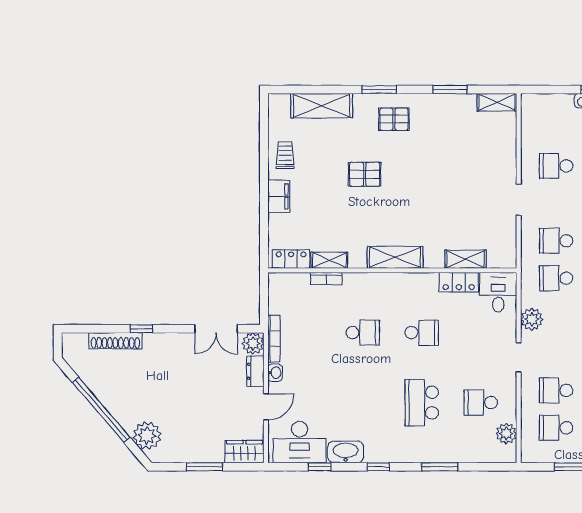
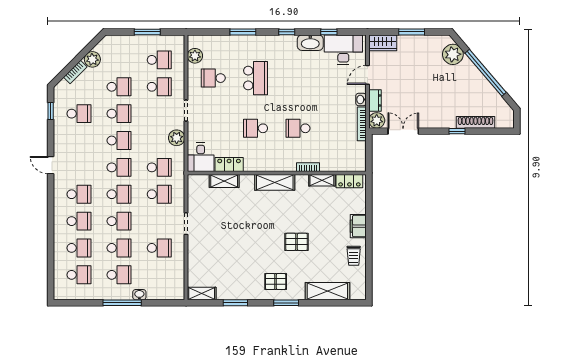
bookcase: (326, 279) -> (308, 167), moved
school desk: (481, 403) -> (213, 78), turned 180

